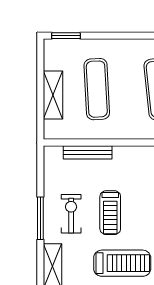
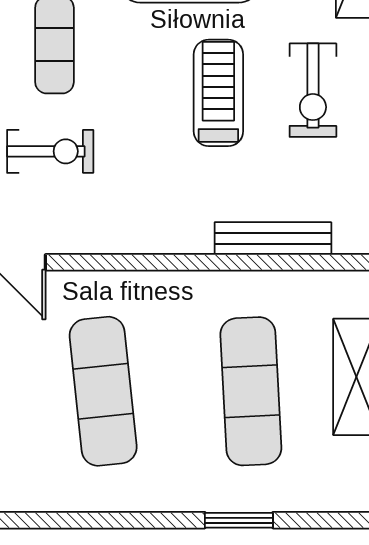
window: (66, 36) -> (239, 520), moved

